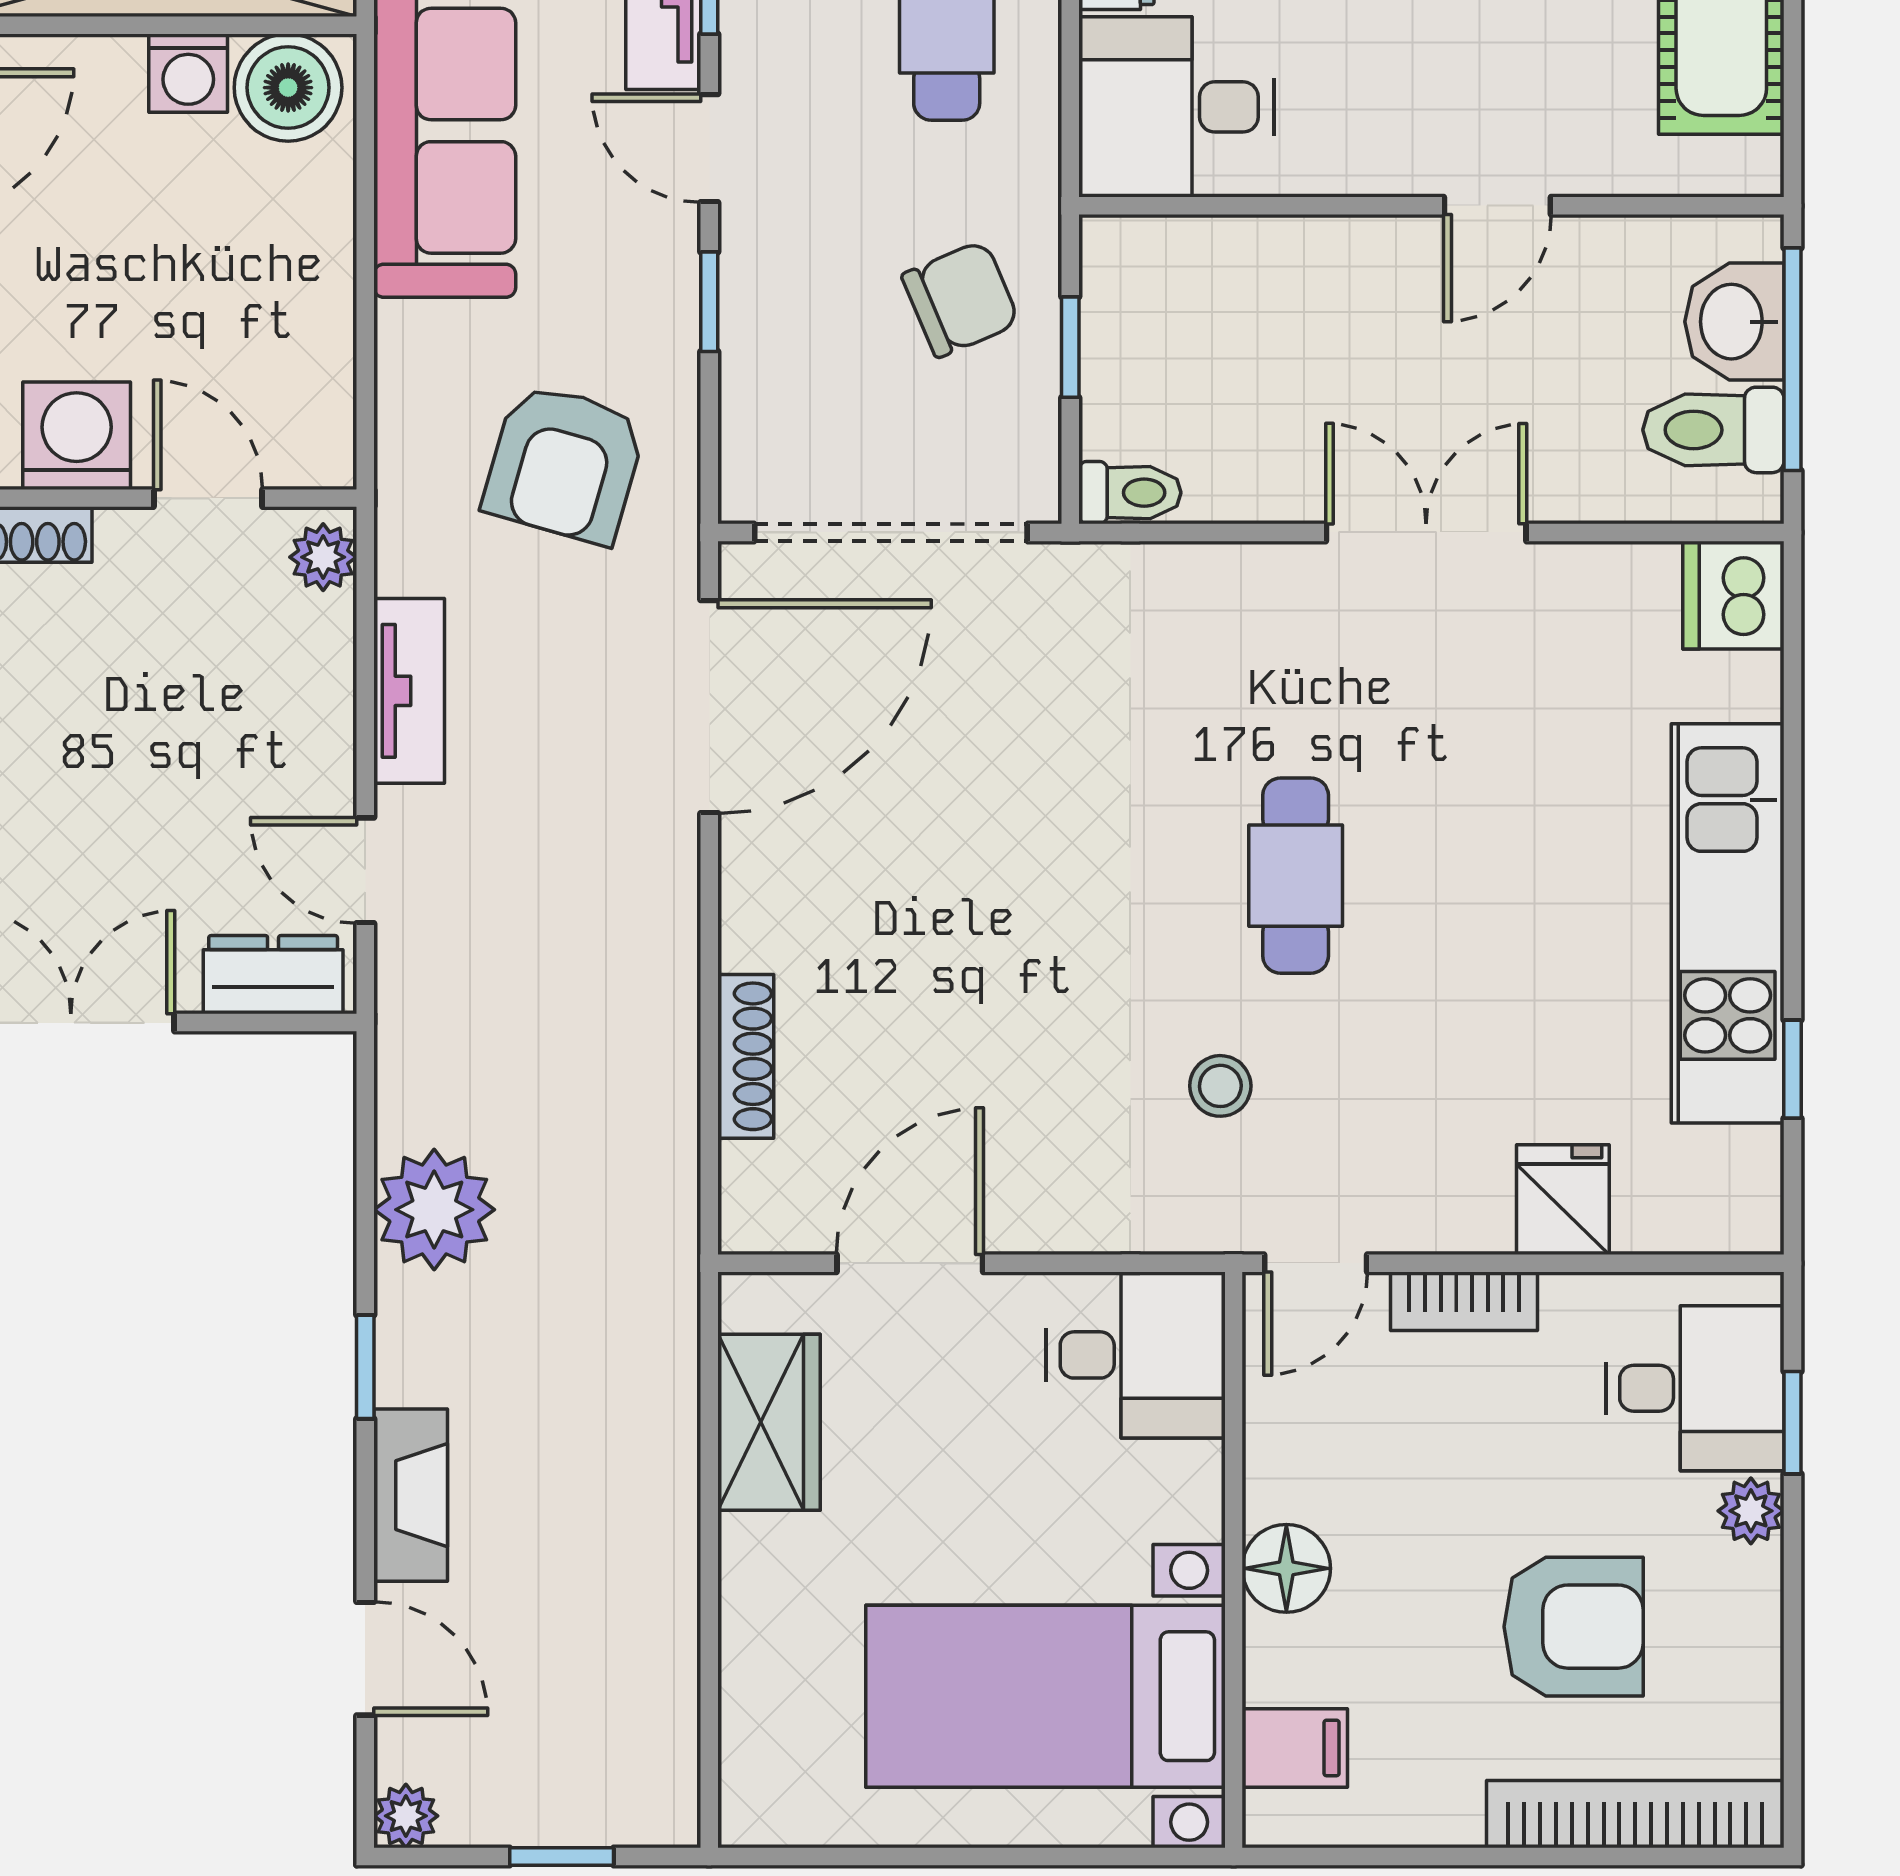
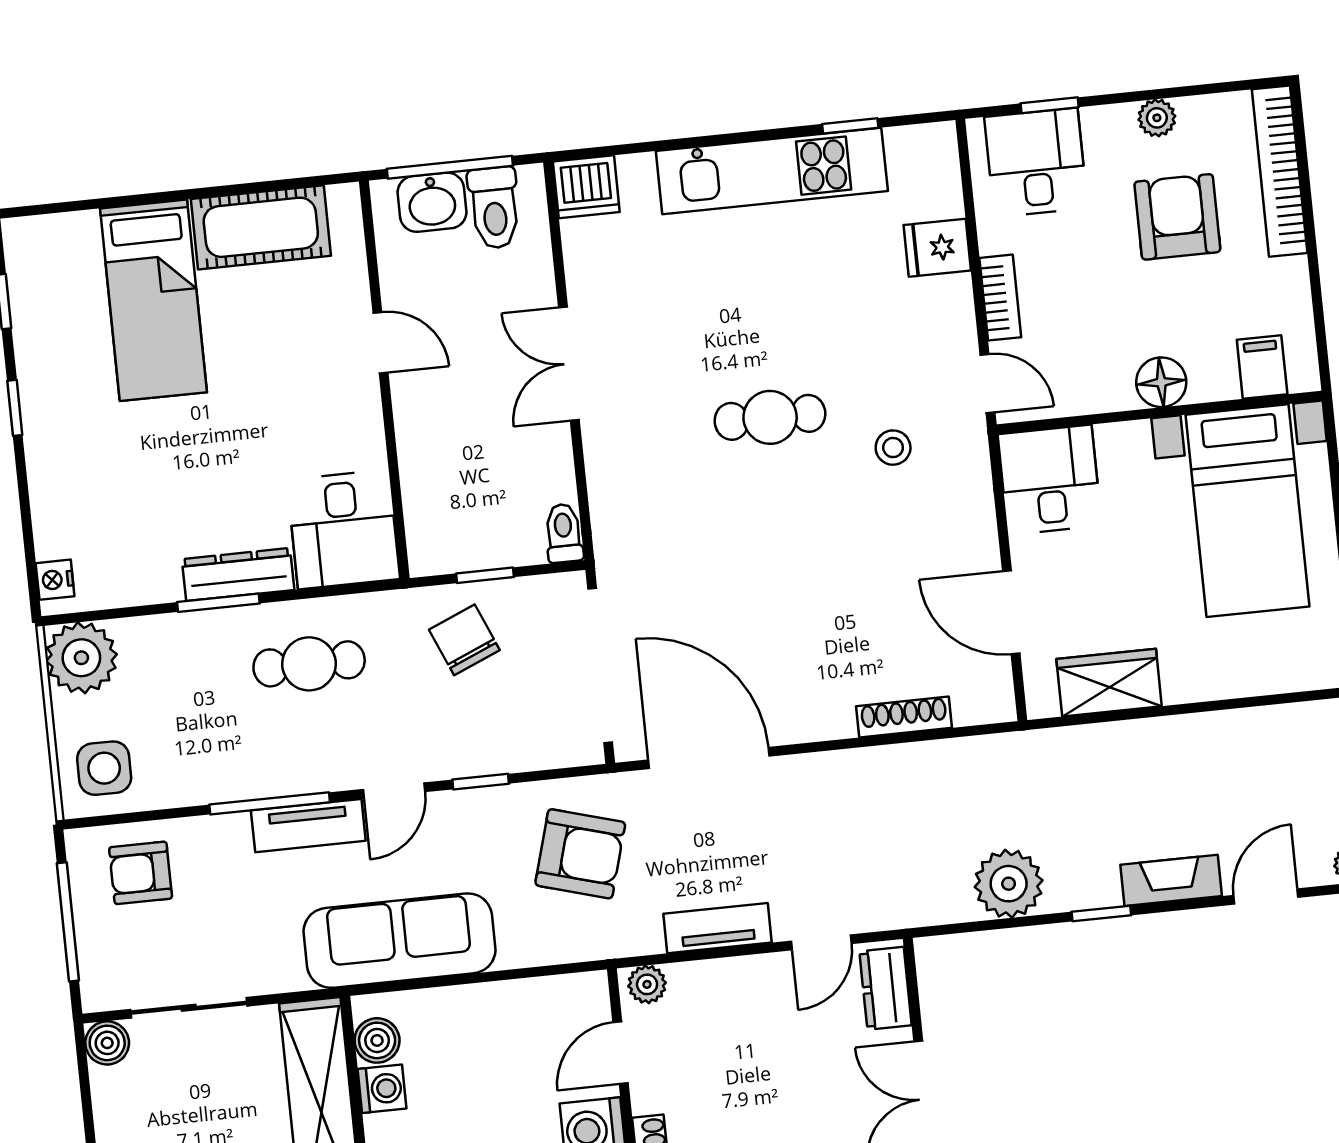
boiler: (288, 88) -> (377, 1040), width x0.73, depth x0.73
plant: (1751, 1511) -> (1157, 118), moved

